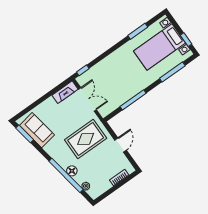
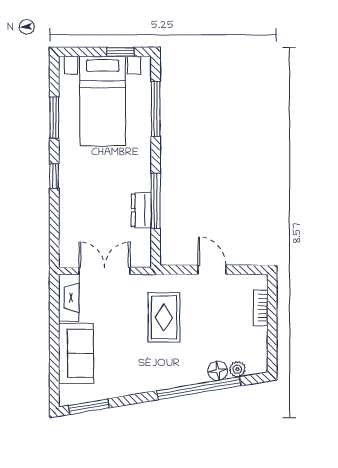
window: (83, 70) -> (54, 176), moved
dresser: (125, 97) -> (141, 210), added
sofa: (37, 130) -> (76, 353), moved, turned 99
rug: (86, 139) -> (164, 317), width x0.73, depth x0.70
floor lamp: (72, 171) -> (218, 371), moved

